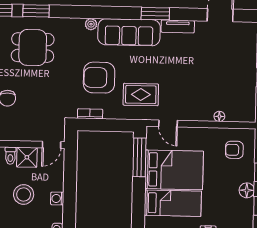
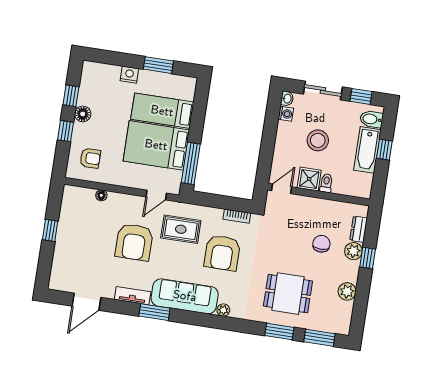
armchair: (183, 77) -> (134, 242), added
armchair: (99, 78) -> (222, 253), turned 90
door: (168, 123) -> (156, 195), swing flipped
washing machine: (57, 198) -> (286, 114), moved

